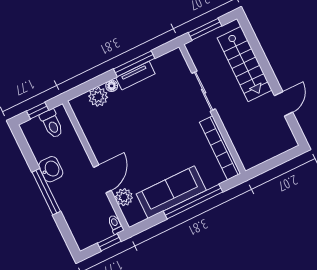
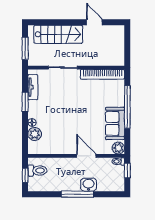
window: (134, 64) -> (25, 102), width x0.69
tv unit: (135, 76) -> (33, 87), moved
washbasin: (51, 169) -> (89, 185), moved
sofa: (171, 192) -> (115, 123), width x0.73
plant: (124, 197) -> (118, 148), moved

